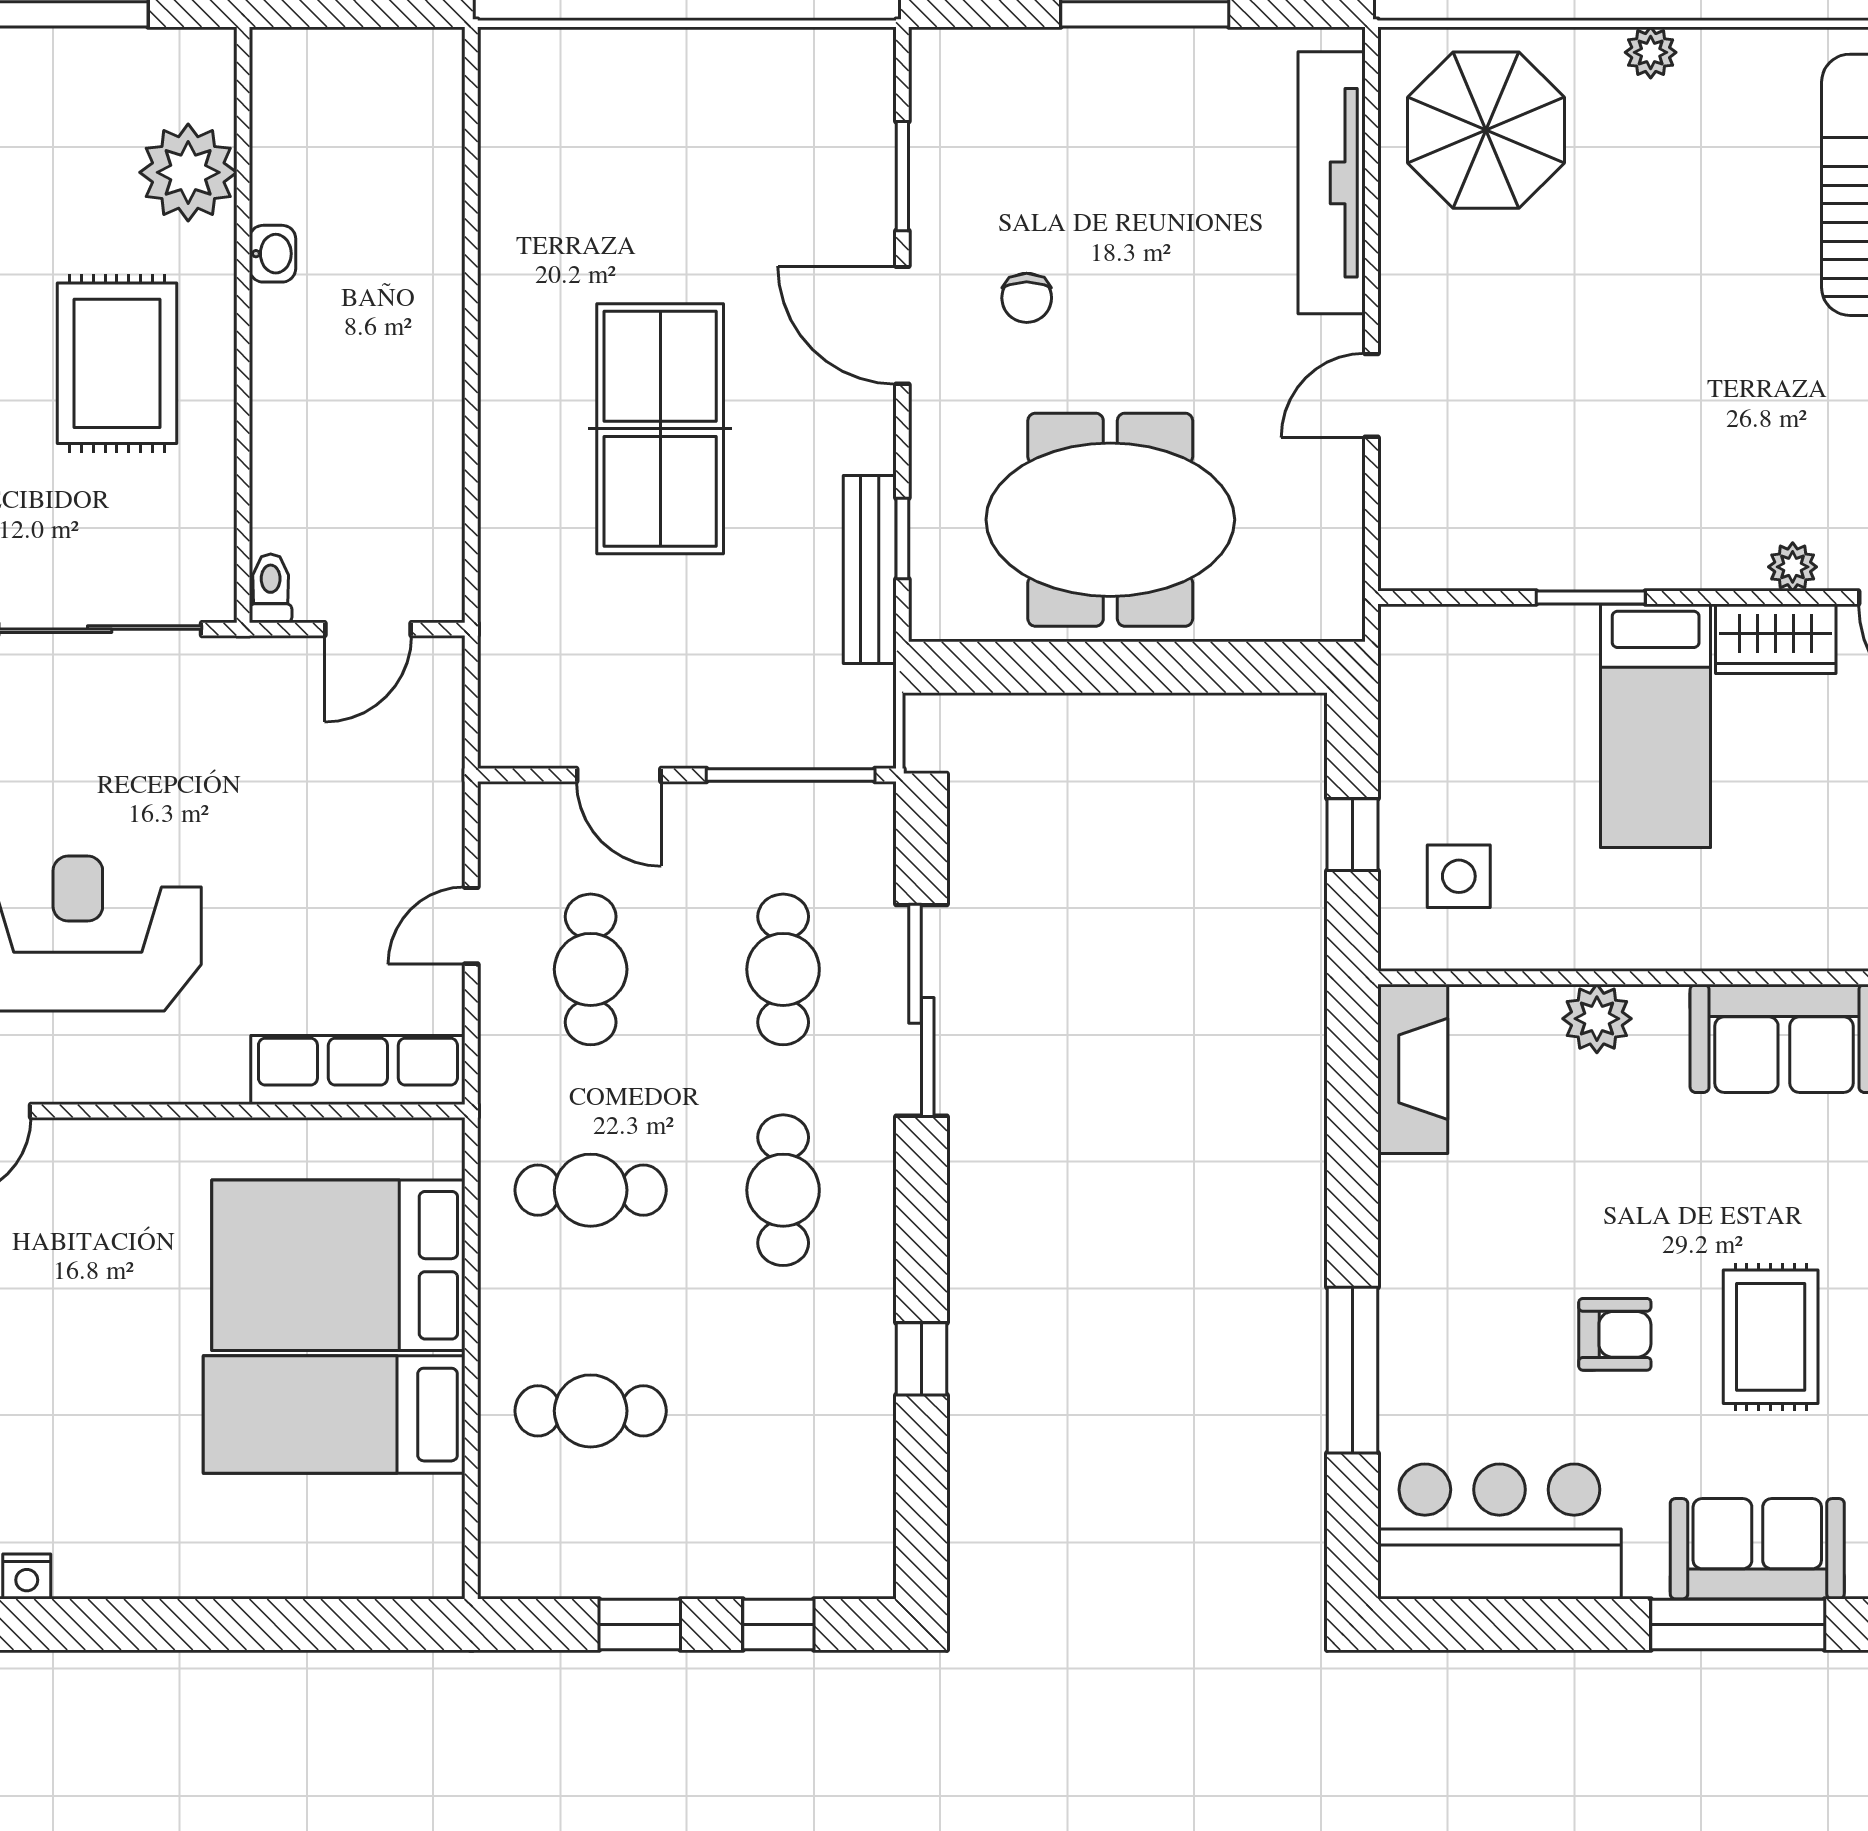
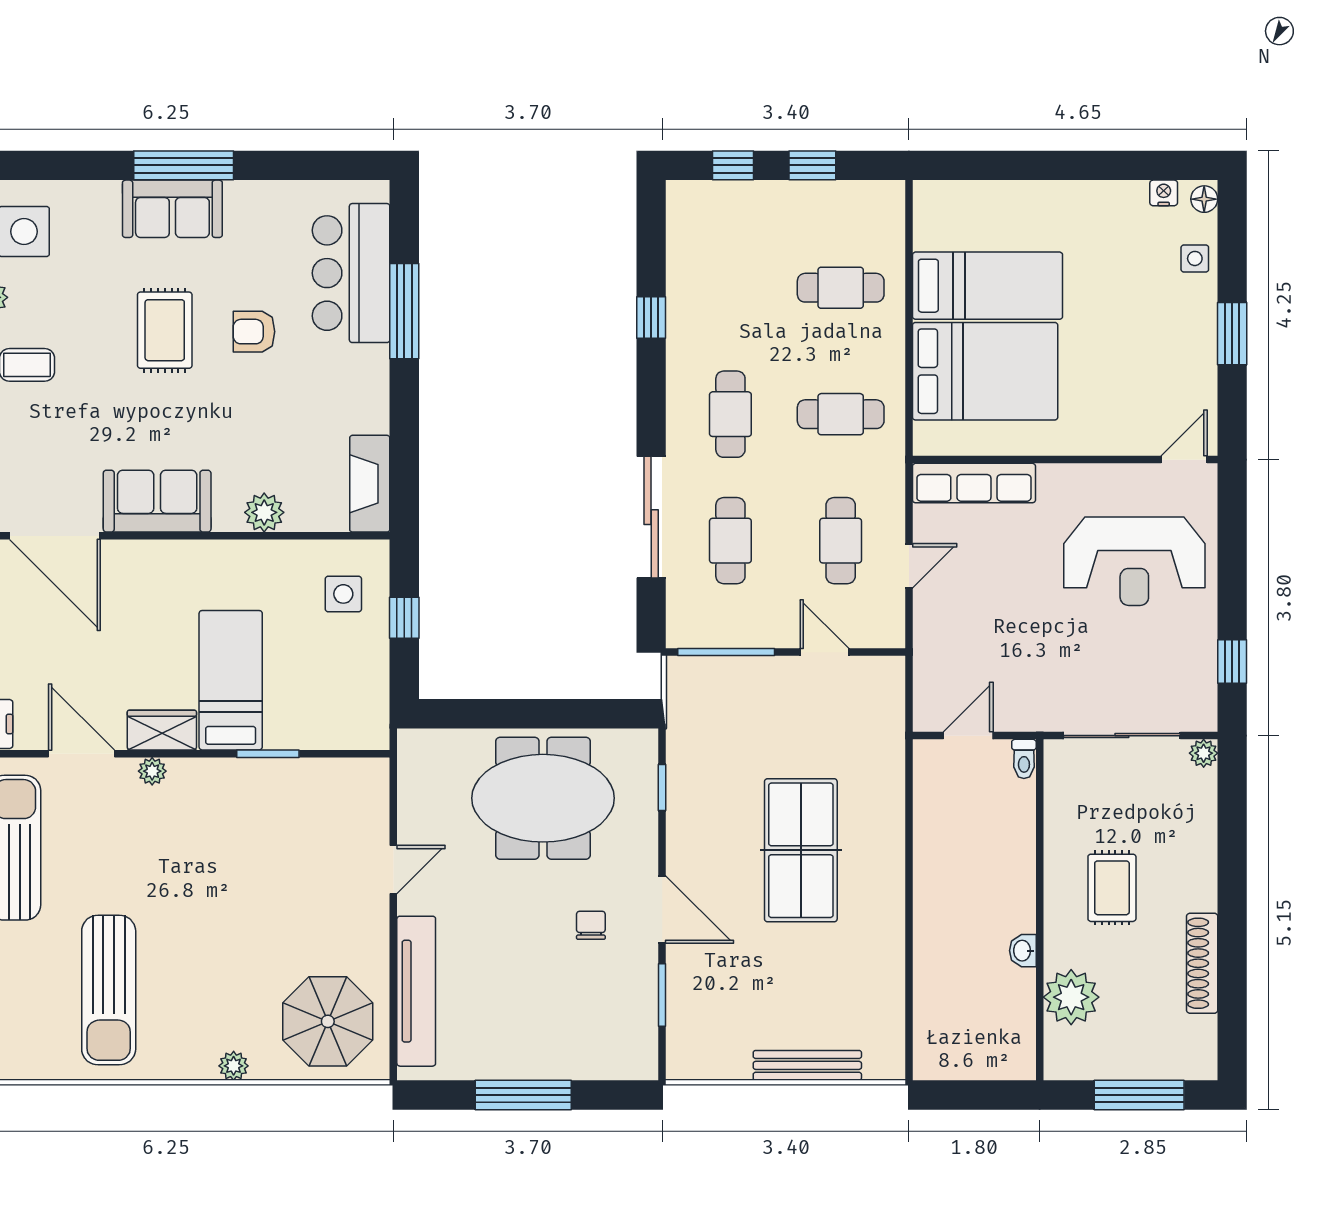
rug: (117, 363) -> (1112, 888), width x0.73, depth x0.70
bench: (870, 569) -> (807, 1065), moved, turned 90
bar counter: (1499, 1531) -> (351, 273), moved, turned 90

